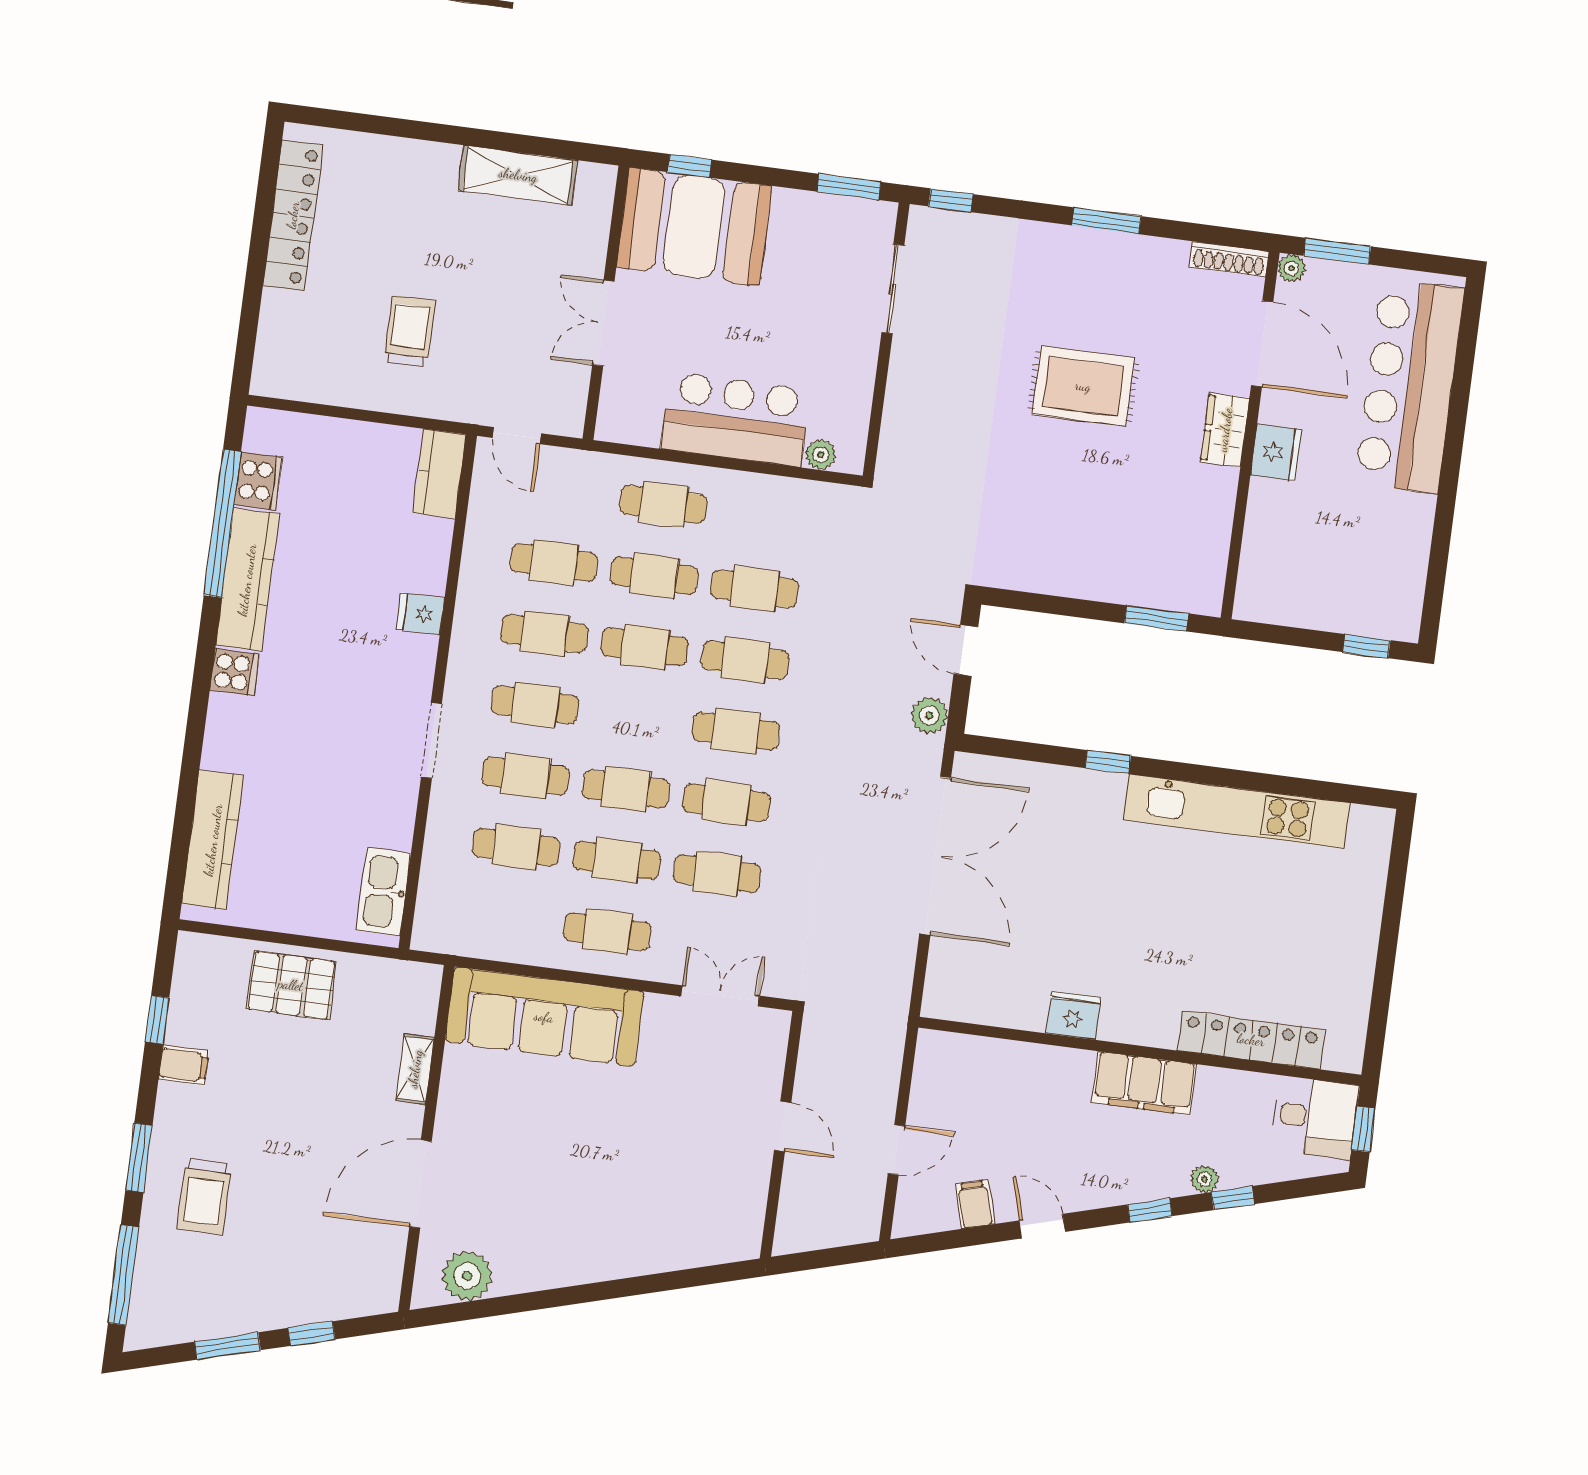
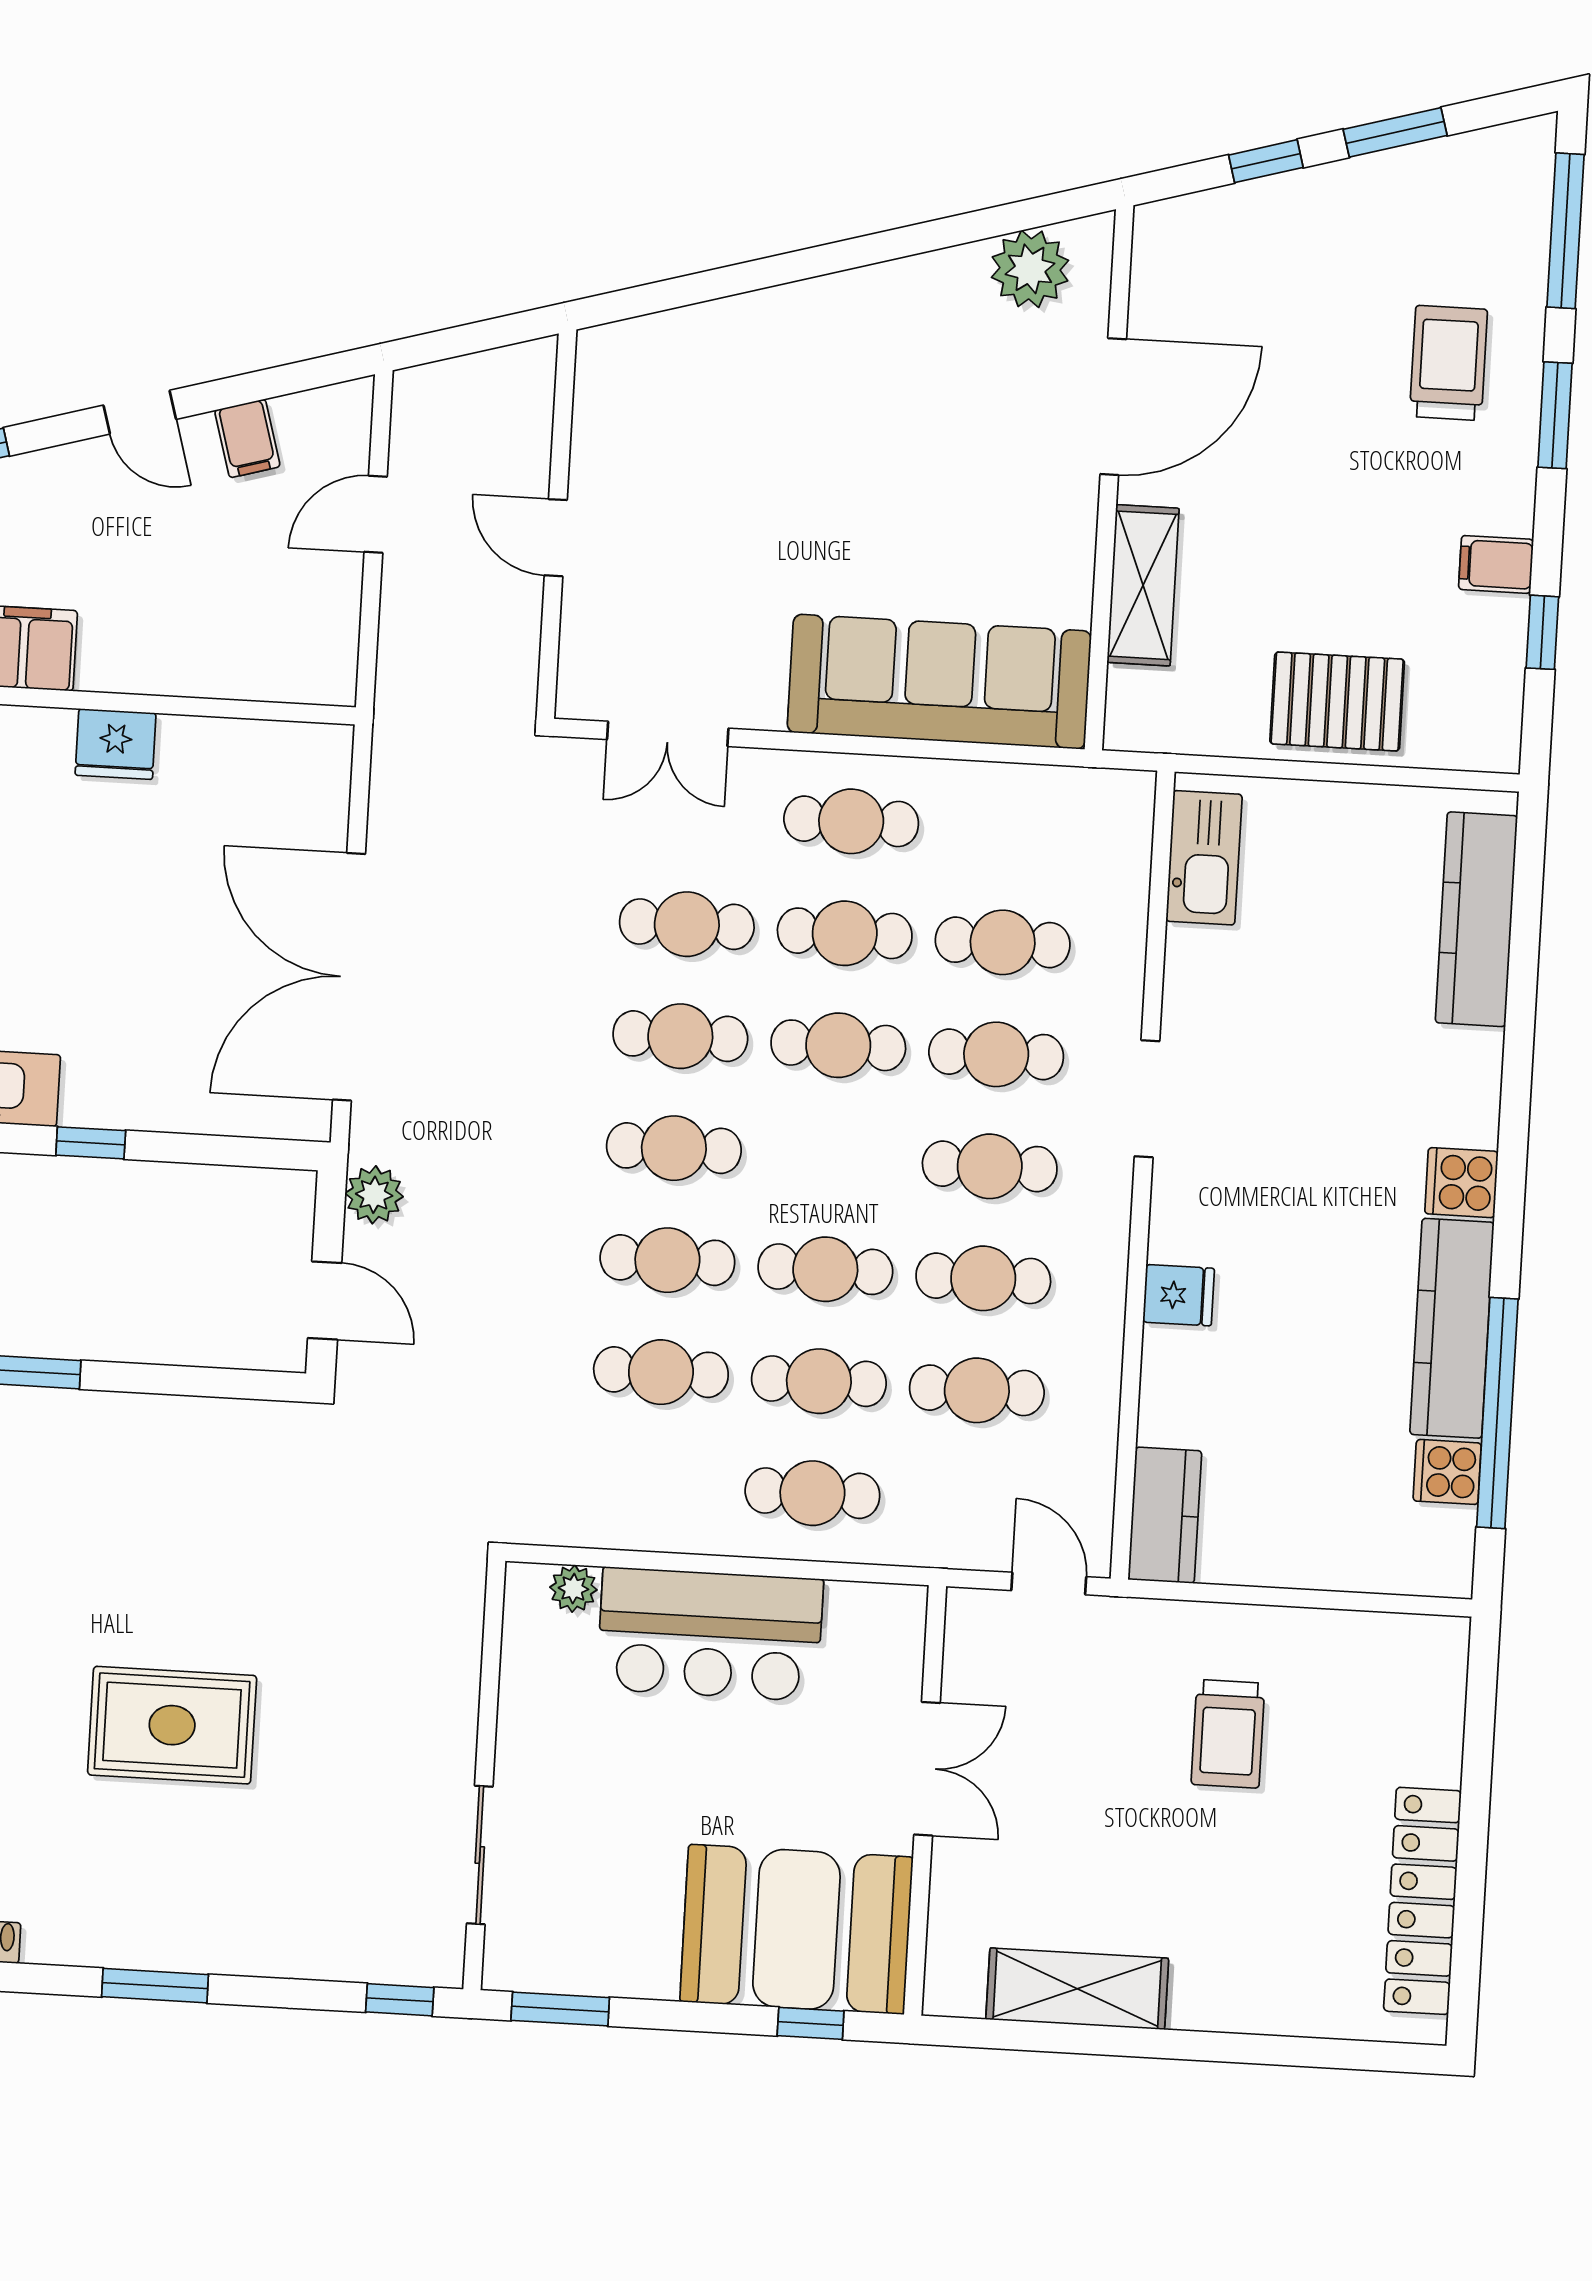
cooker: (258, 481) -> (1447, 1472), width x0.73
shelving: (415, 1069) -> (1143, 585), width x1.50, depth x1.33

